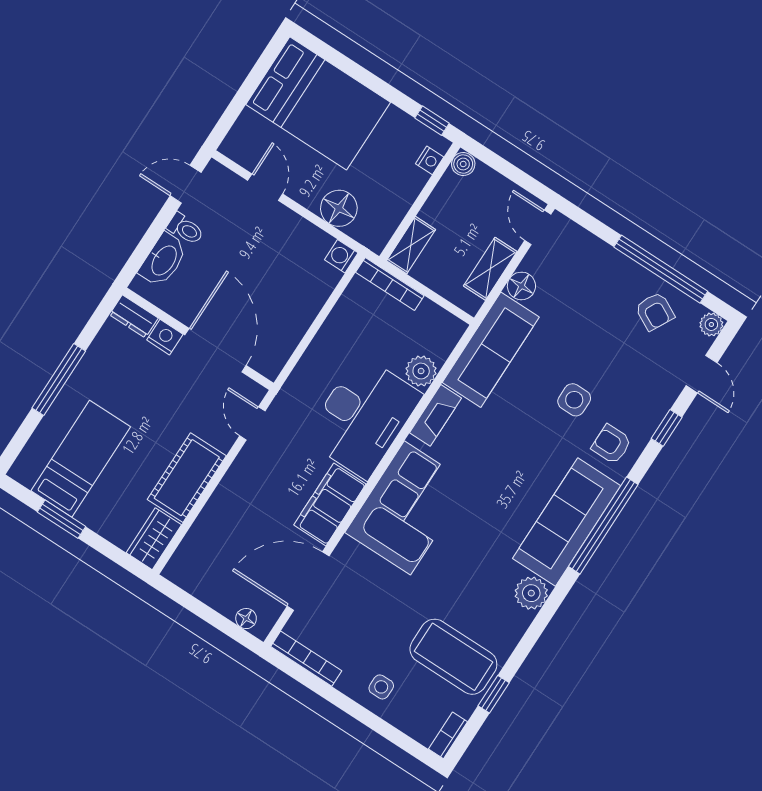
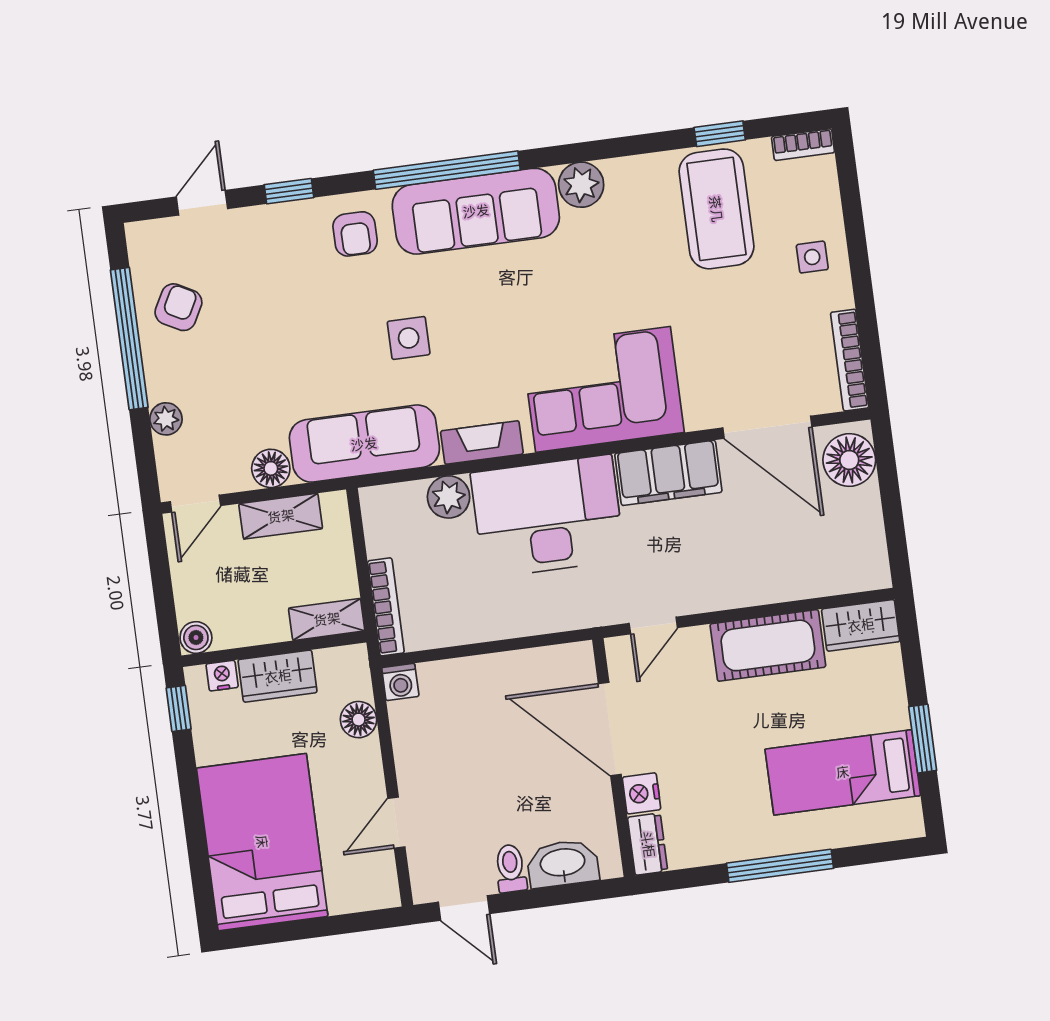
wardrobe: (403, 191) -> (278, 676), added
floor lamp: (339, 208) -> (359, 720), width x0.73, depth x0.73
plant: (711, 324) -> (166, 419), moved
door: (216, 350) -> (610, 729), hinge flipped
side table: (574, 400) -> (409, 338), moved
floor lamp: (246, 619) -> (849, 460), width x1.89, depth x1.89

